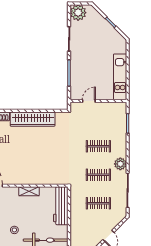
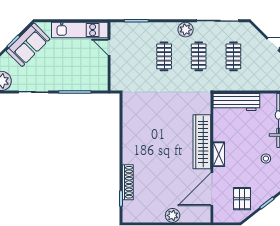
sofa: (108, 34) -> (28, 45), added
door: (89, 101) -> (109, 47), moved
wardrobe: (33, 119) -> (202, 142), moved, turned 180
shelving: (29, 191) -> (219, 154), moved

